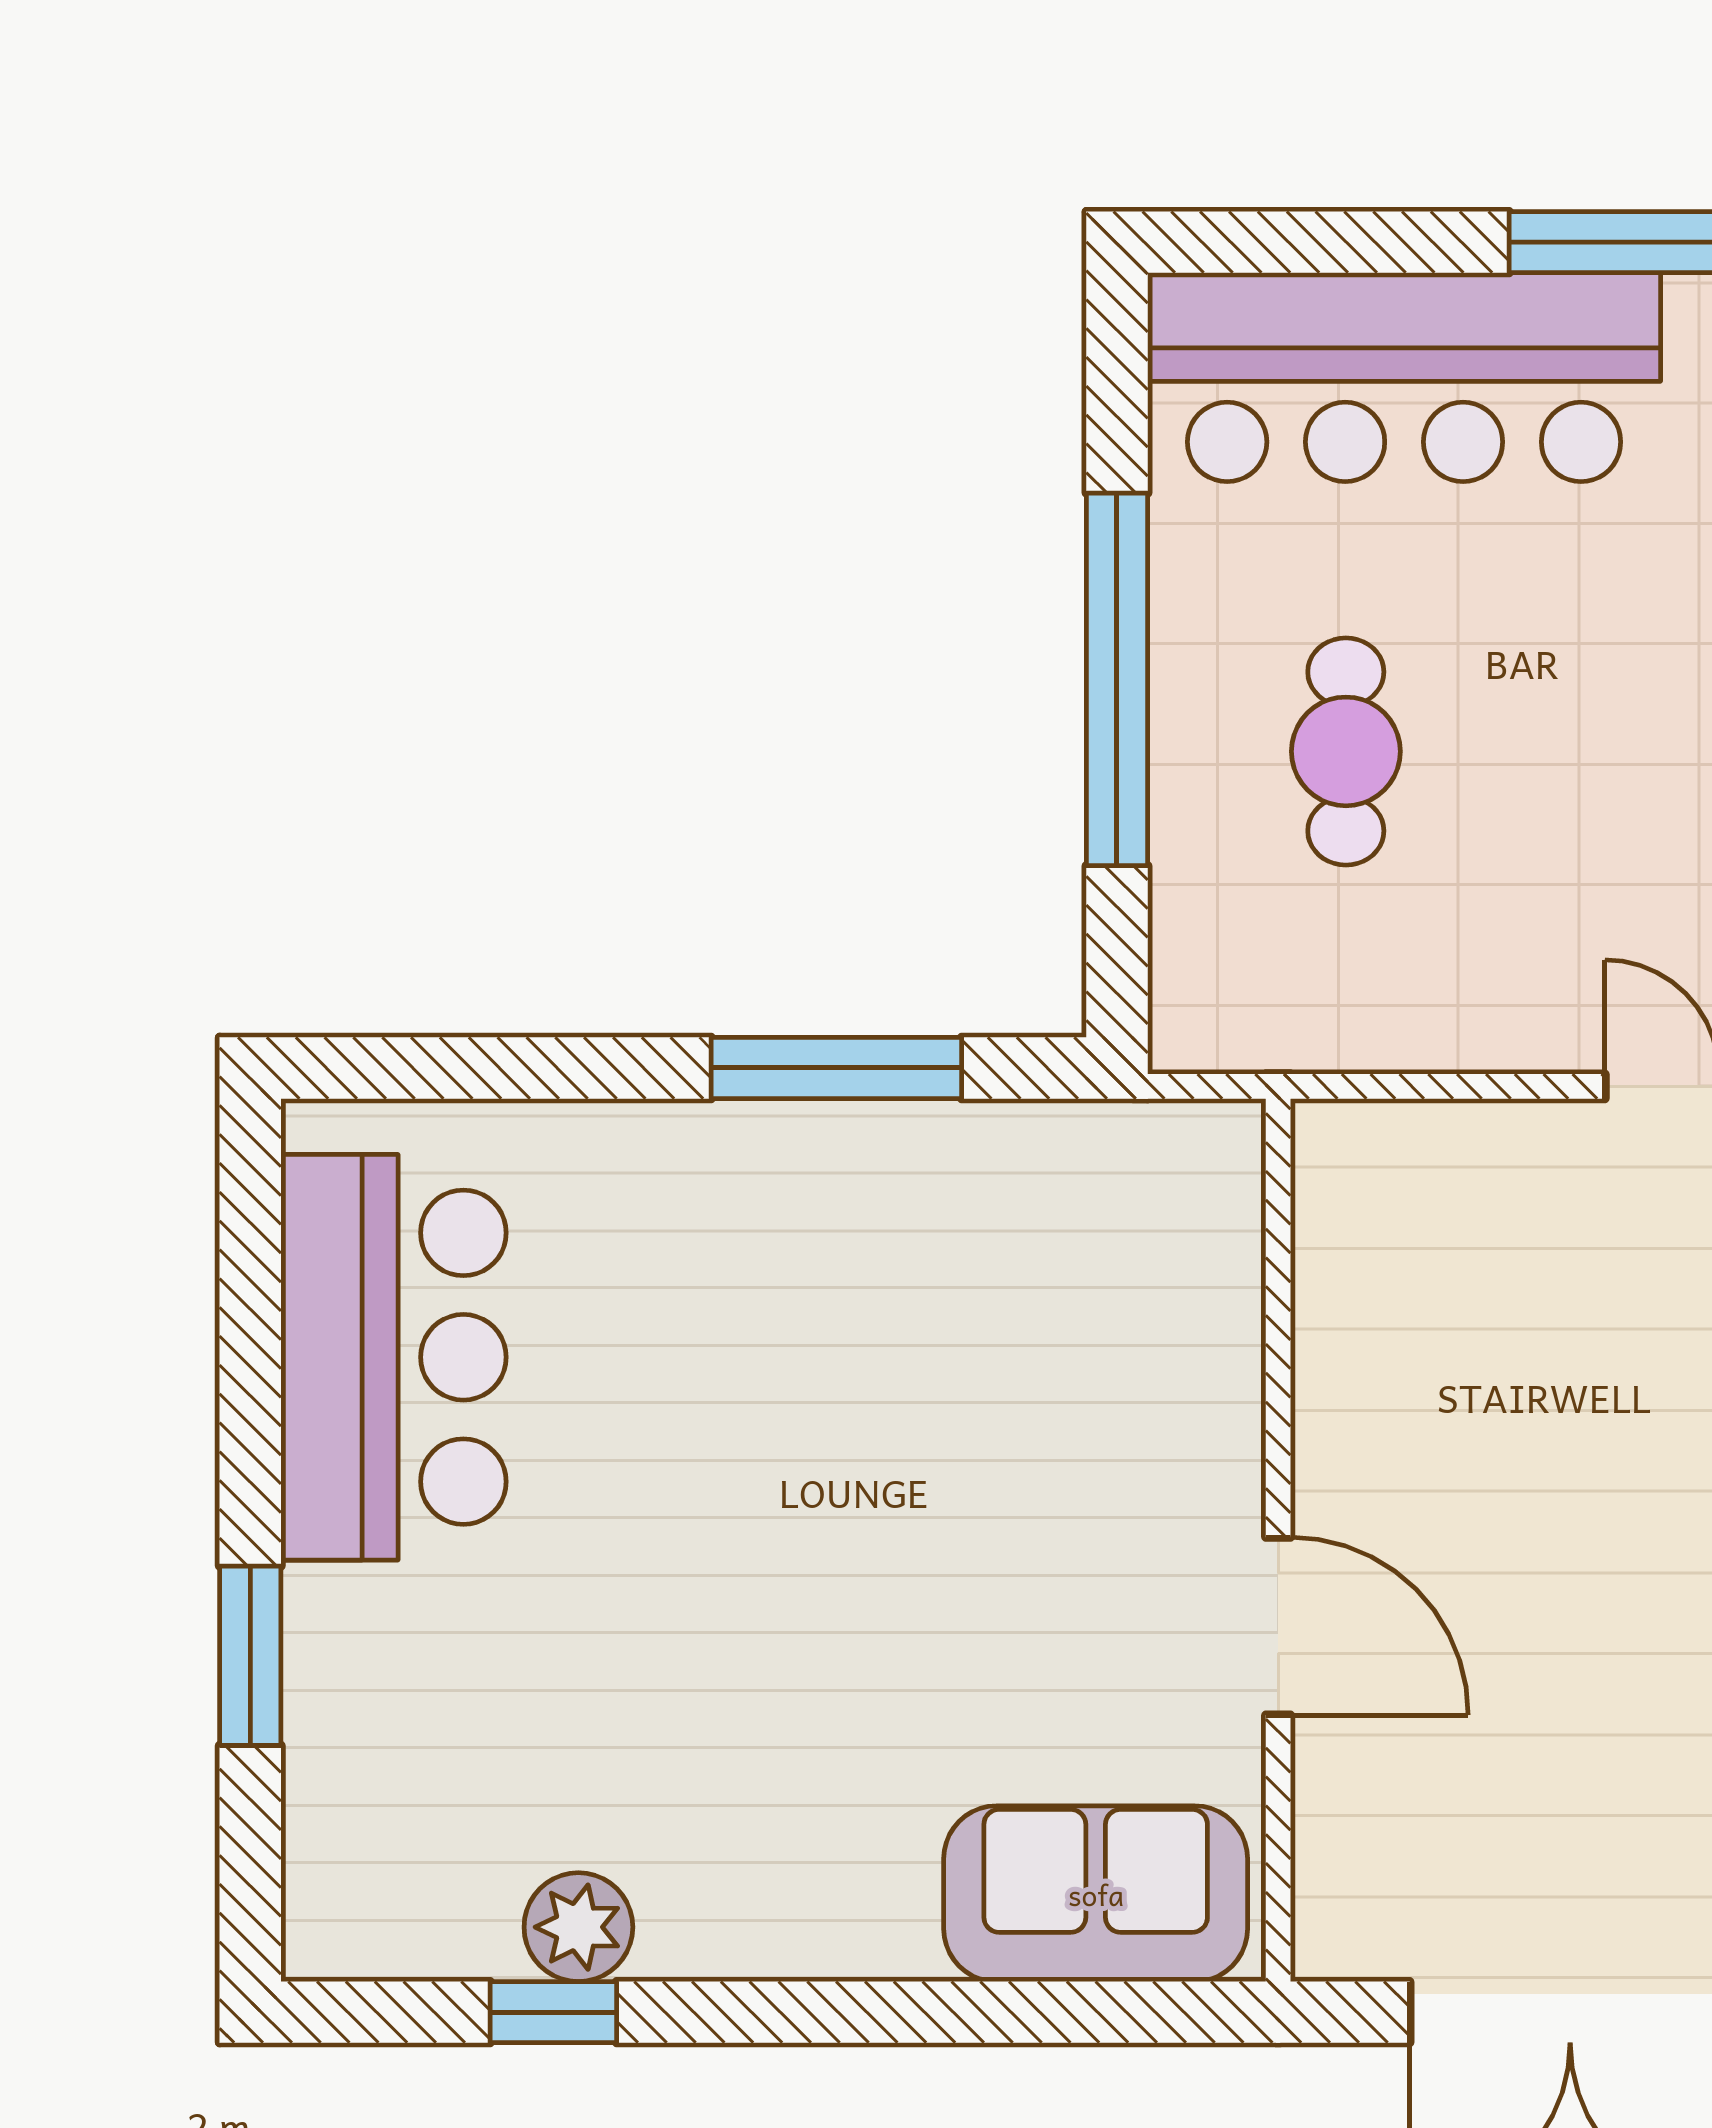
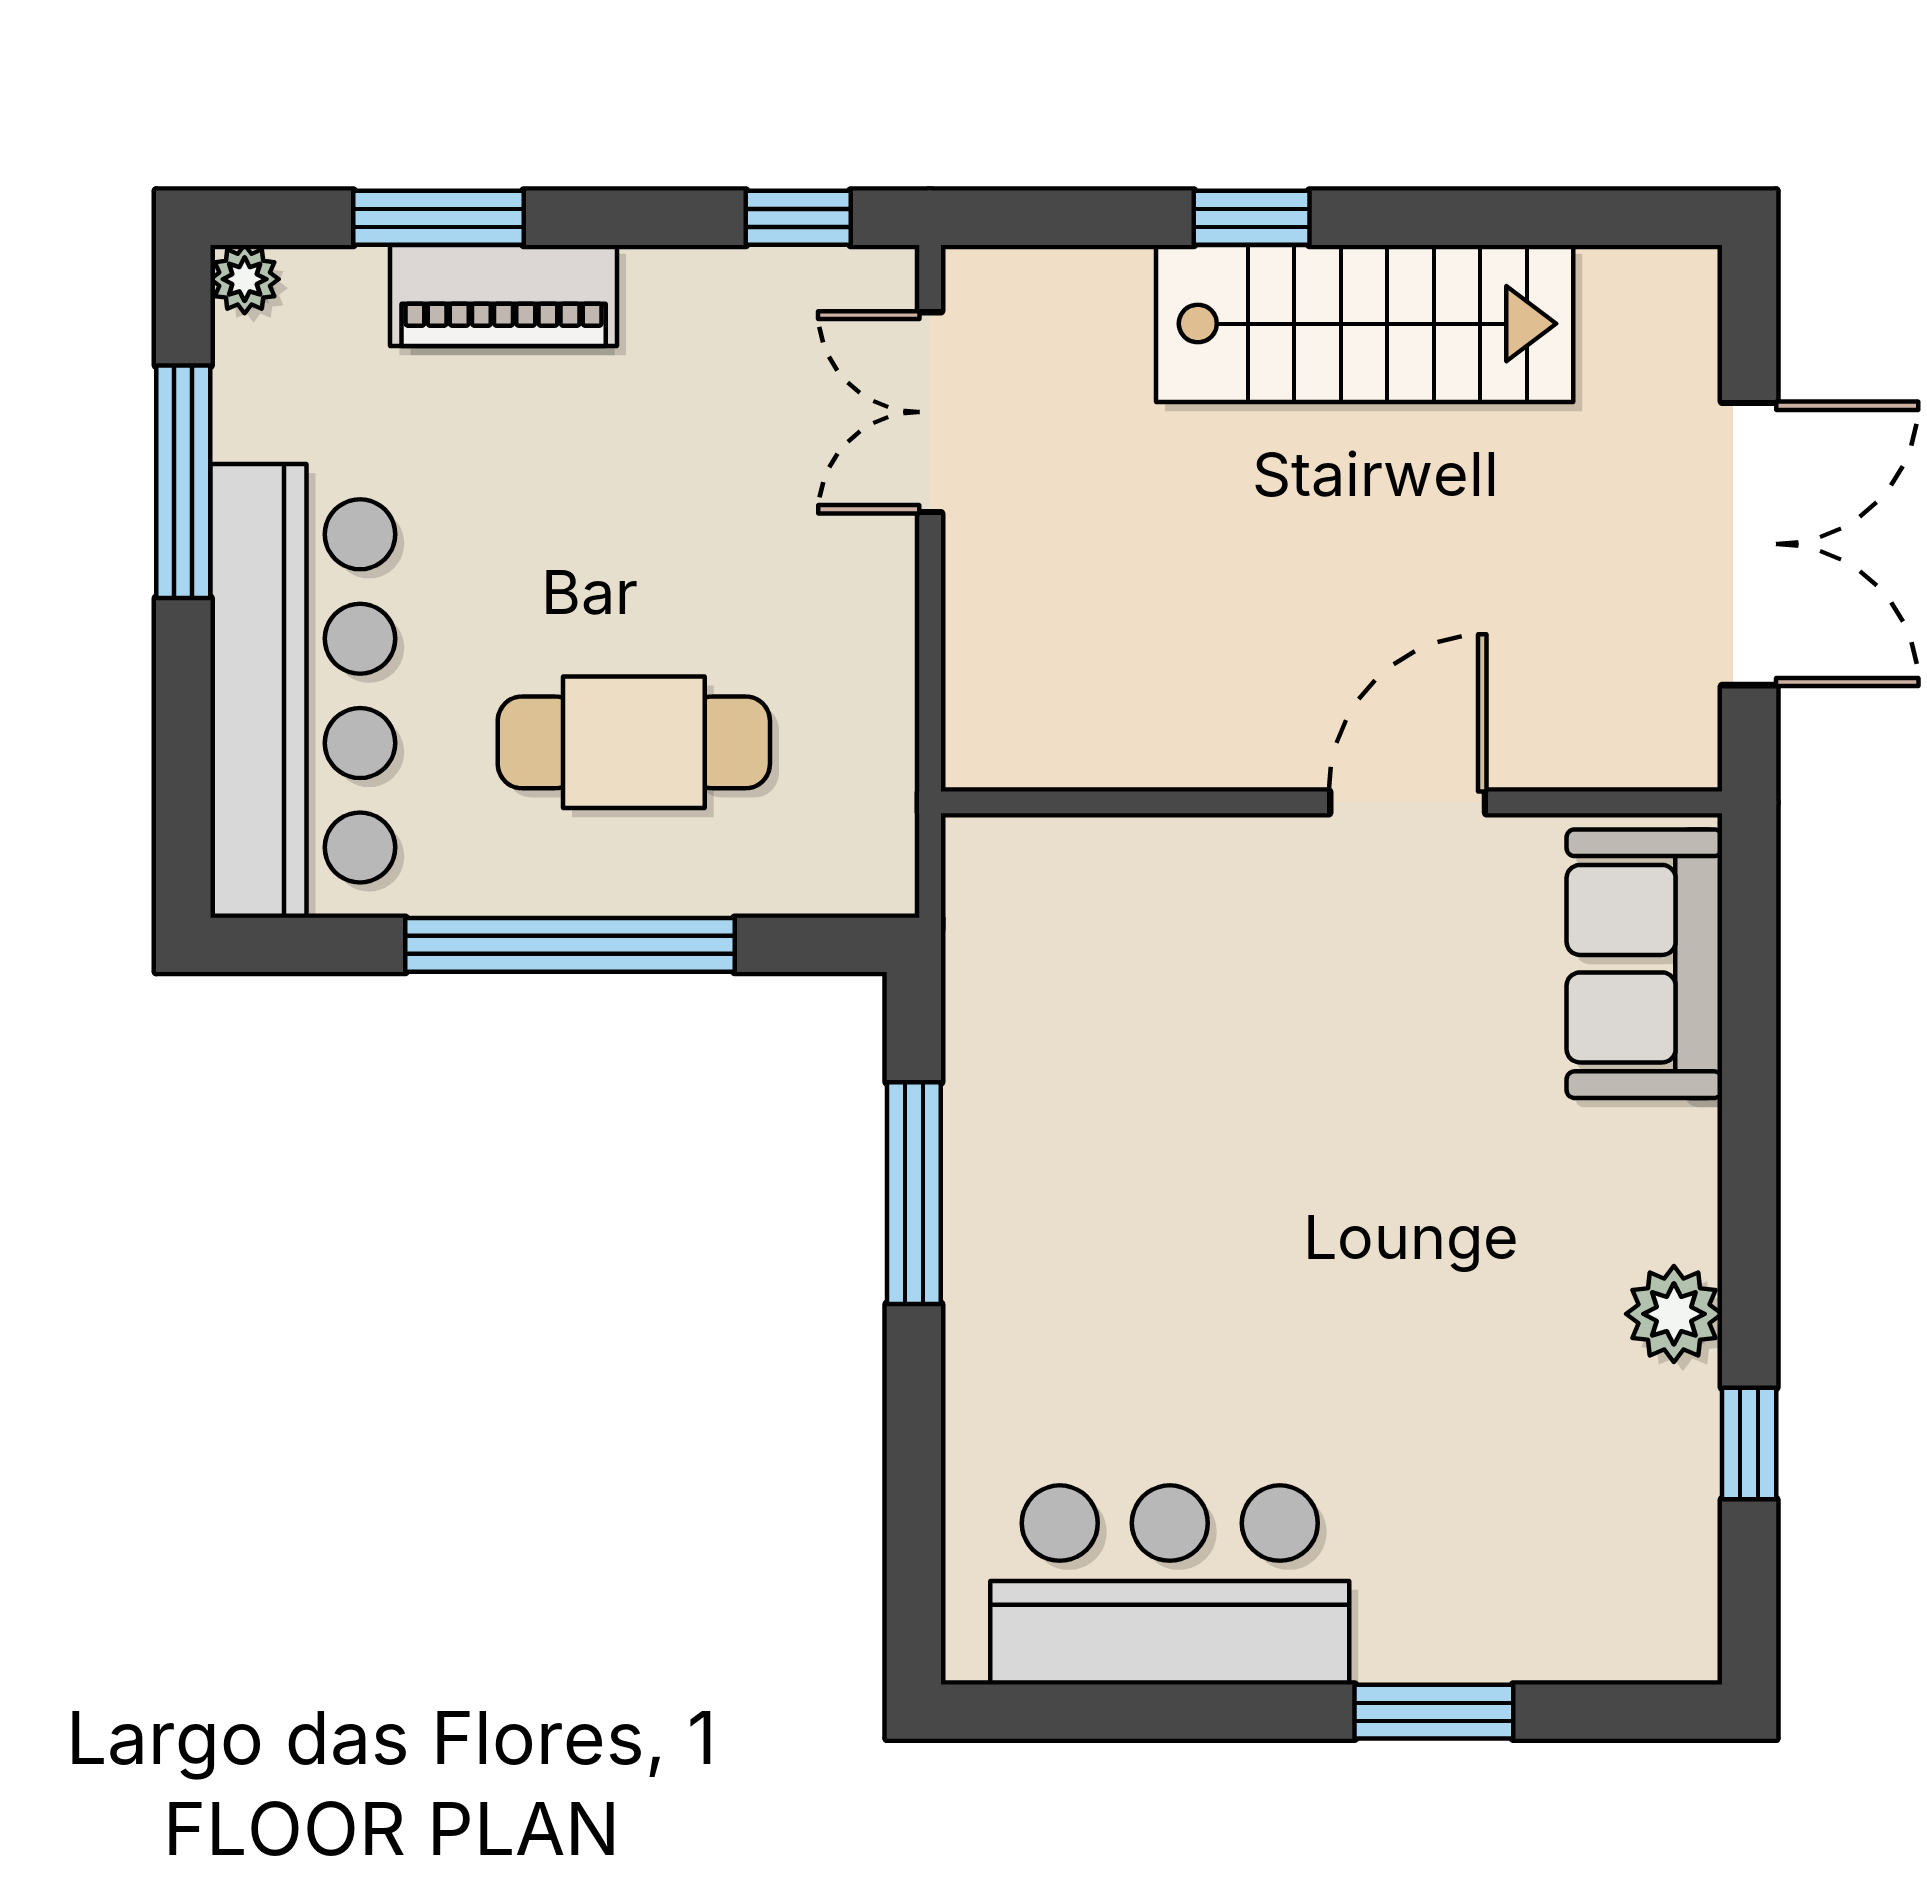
cafe table: (1346, 751) -> (634, 742), width x1.37, depth x1.35
plant: (578, 1927) -> (1674, 1314), moved

